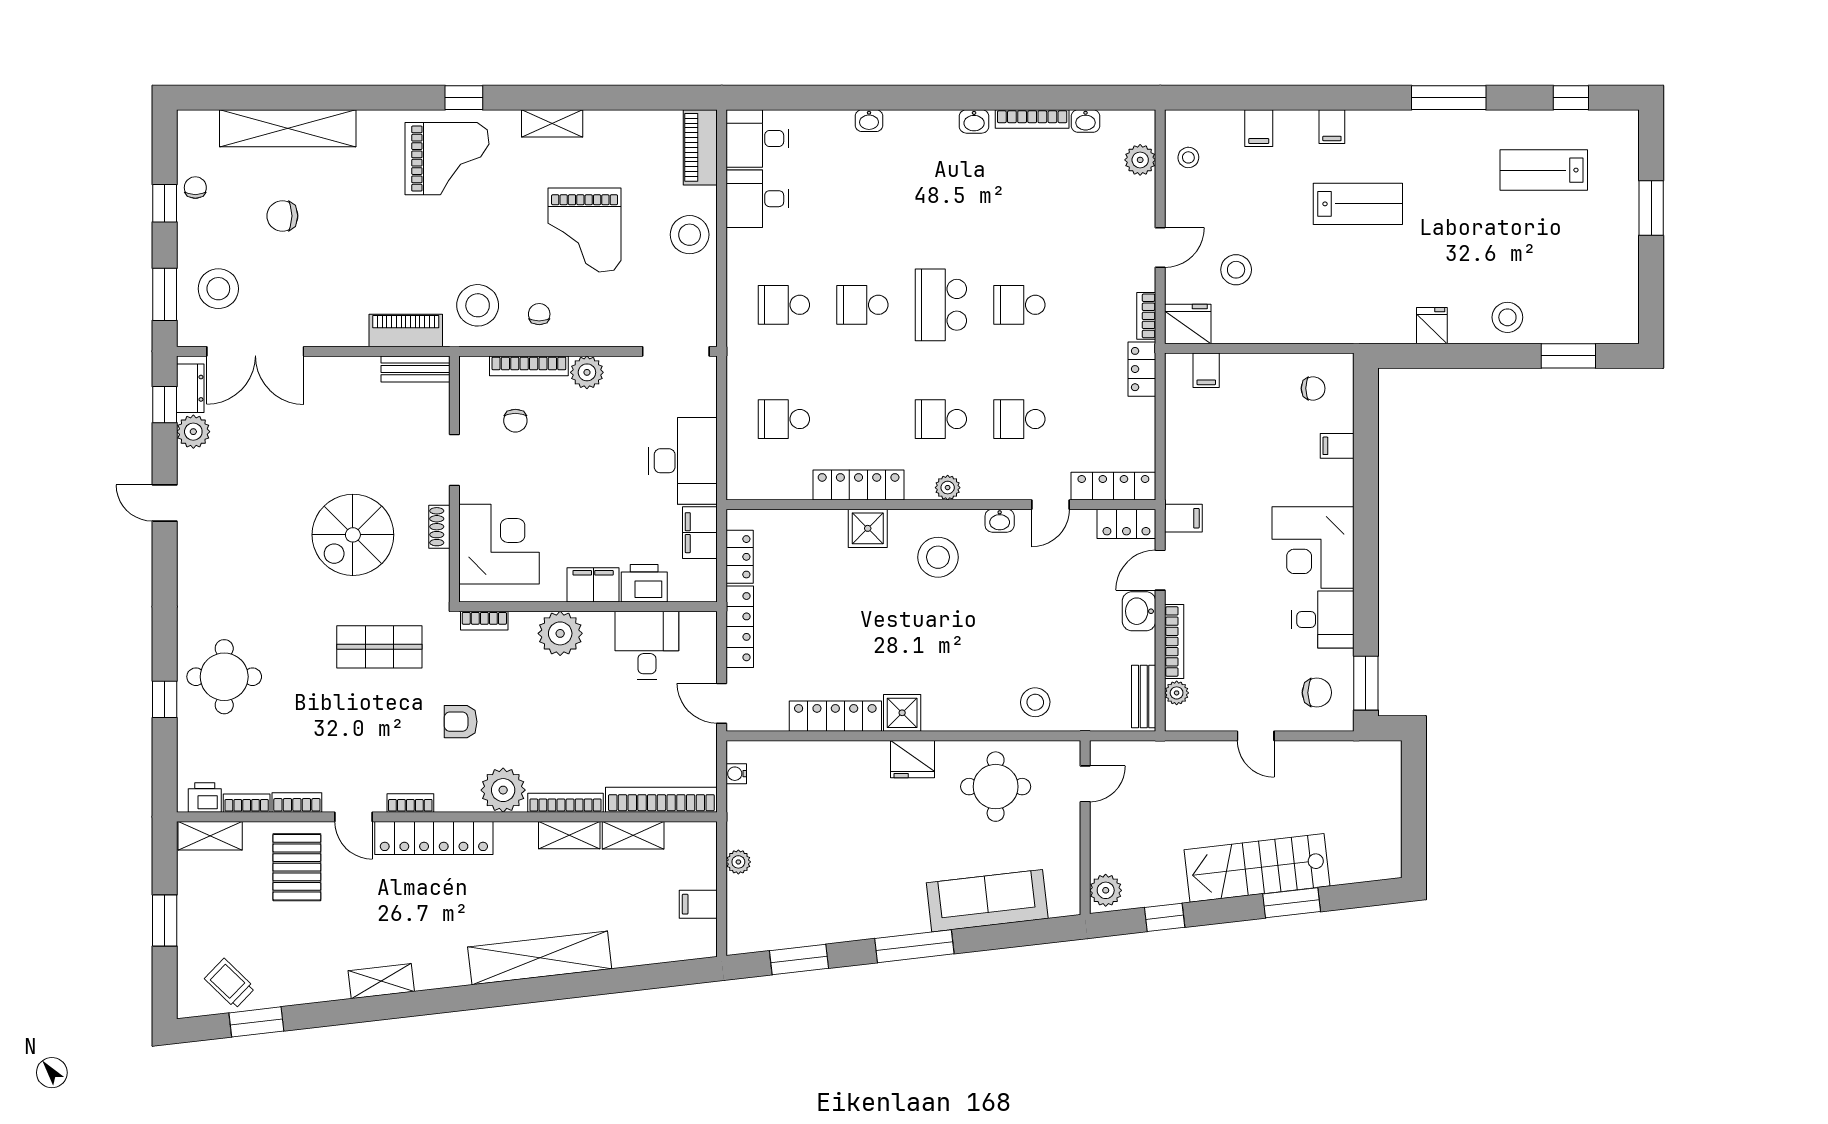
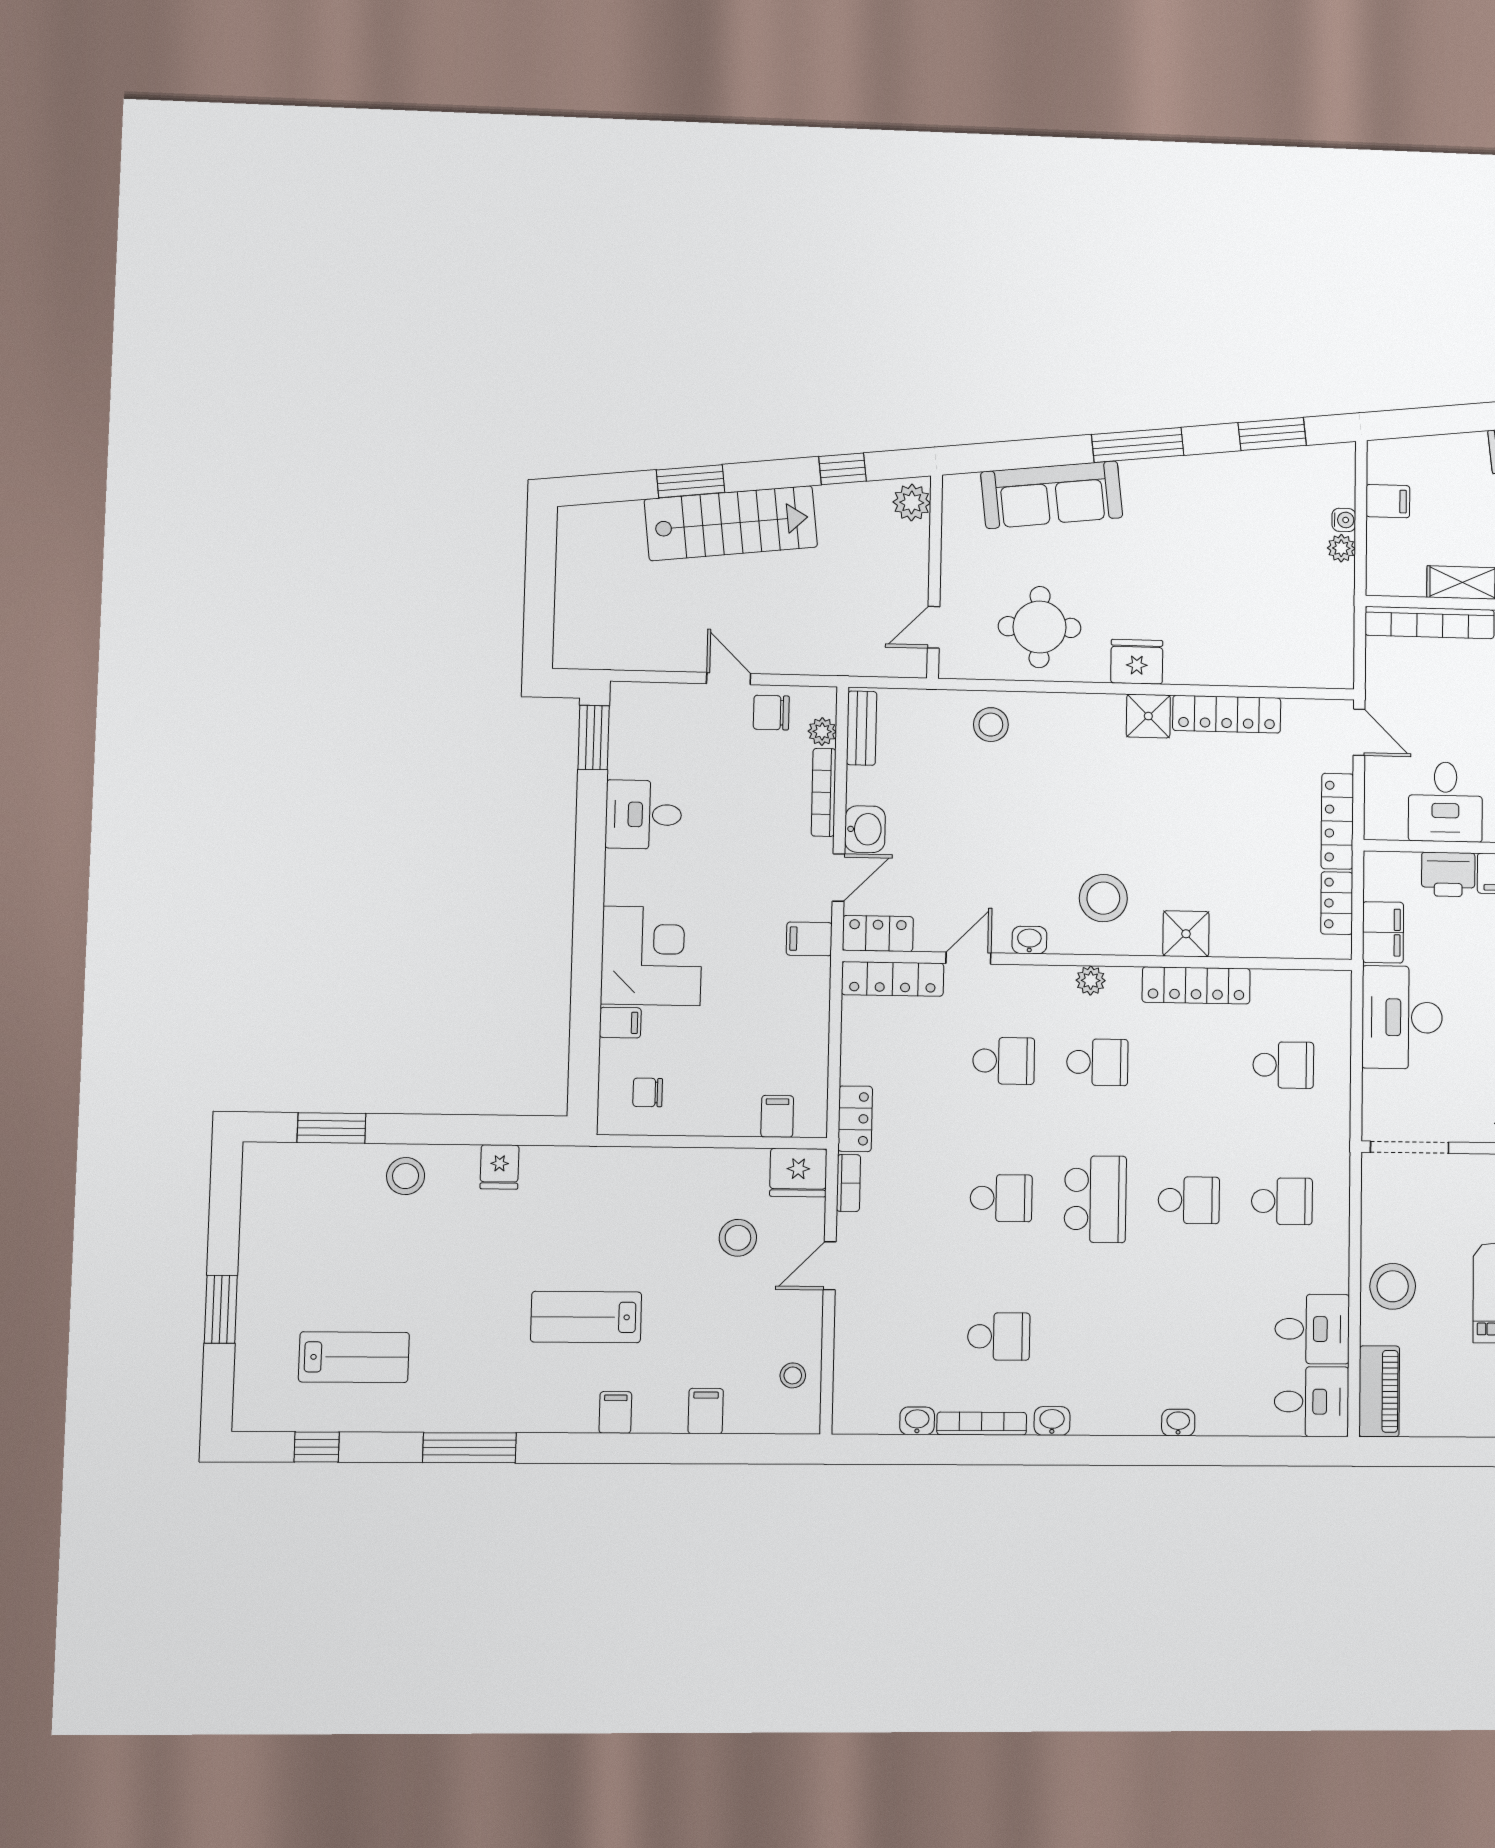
plant: (1140, 160) -> (852, 1373), removed
school desk: (1019, 191) -> (999, 1336), added
corner desk: (1313, 547) -> (652, 956), moved
chair: (1317, 693) -> (771, 713), moved
water cooler: (736, 774) -> (1344, 520), moved

